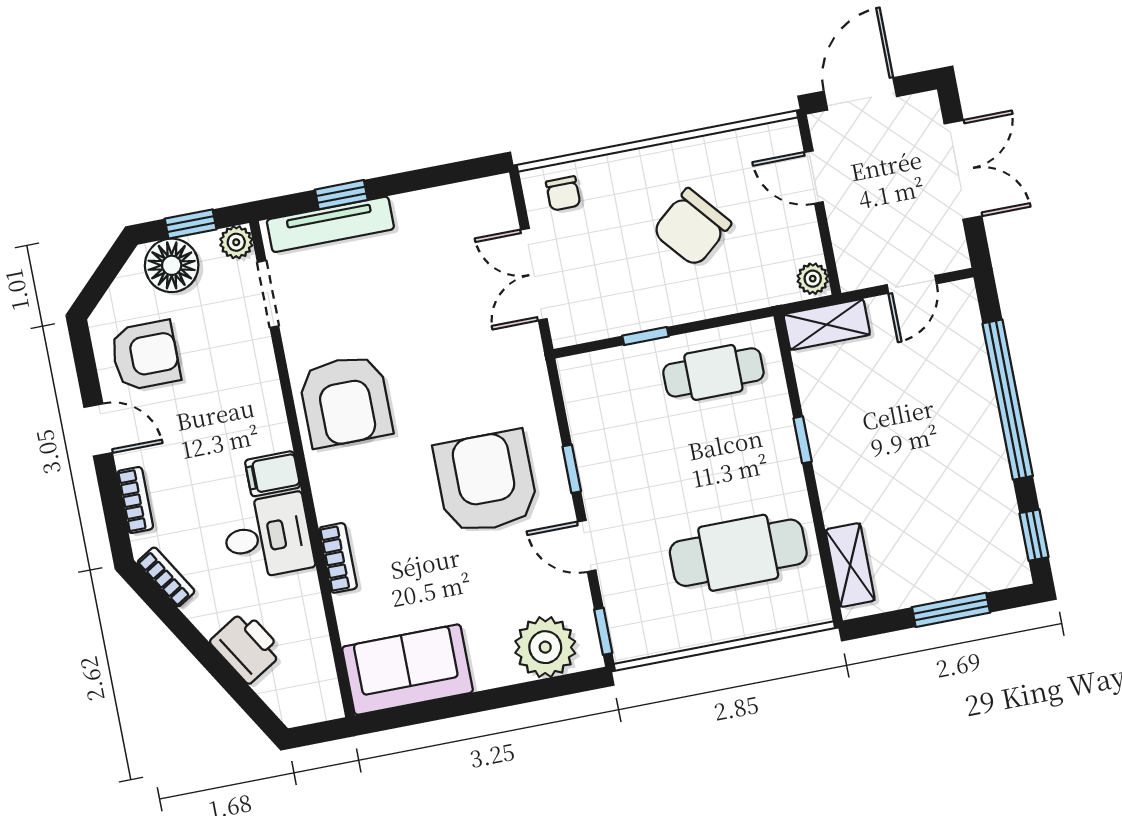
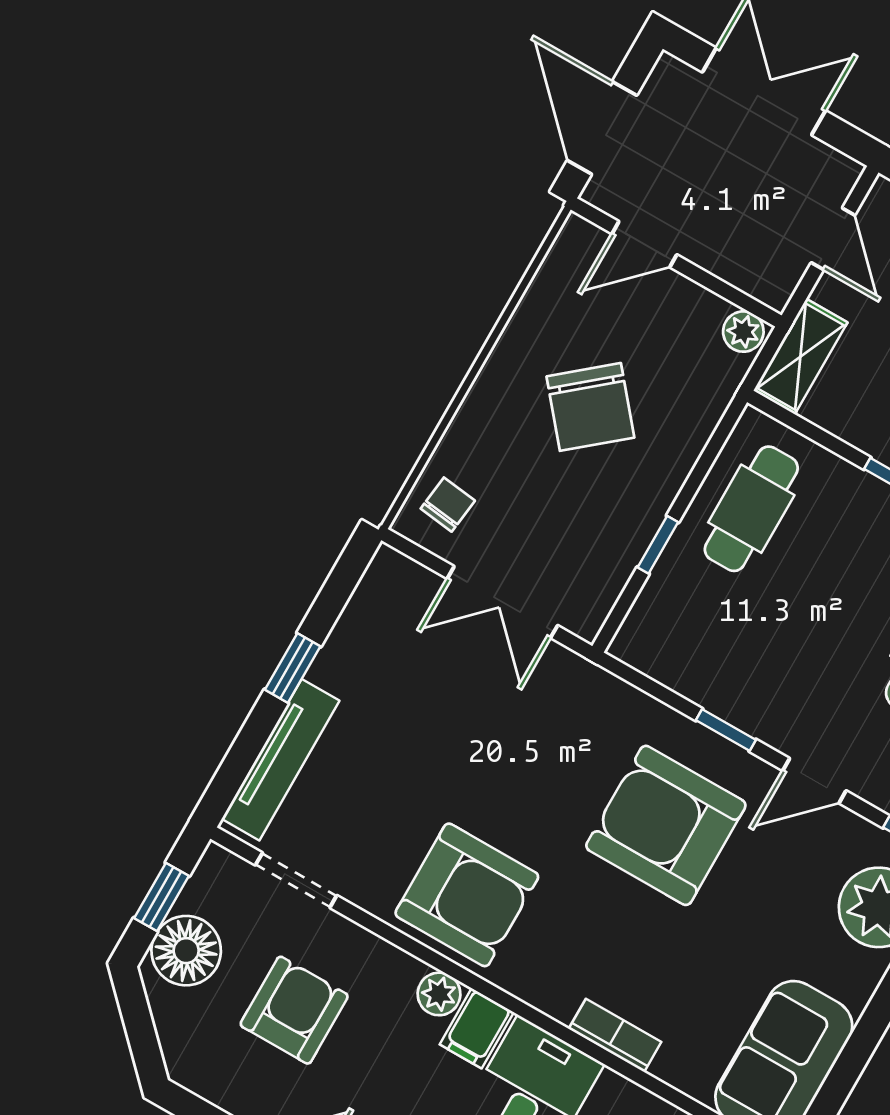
chair: (563, 193) -> (448, 505), turned -83
window: (341, 195) -> (293, 668), moved
plant: (236, 242) -> (439, 994), moved
armchair: (145, 355) -> (294, 1010), moved

